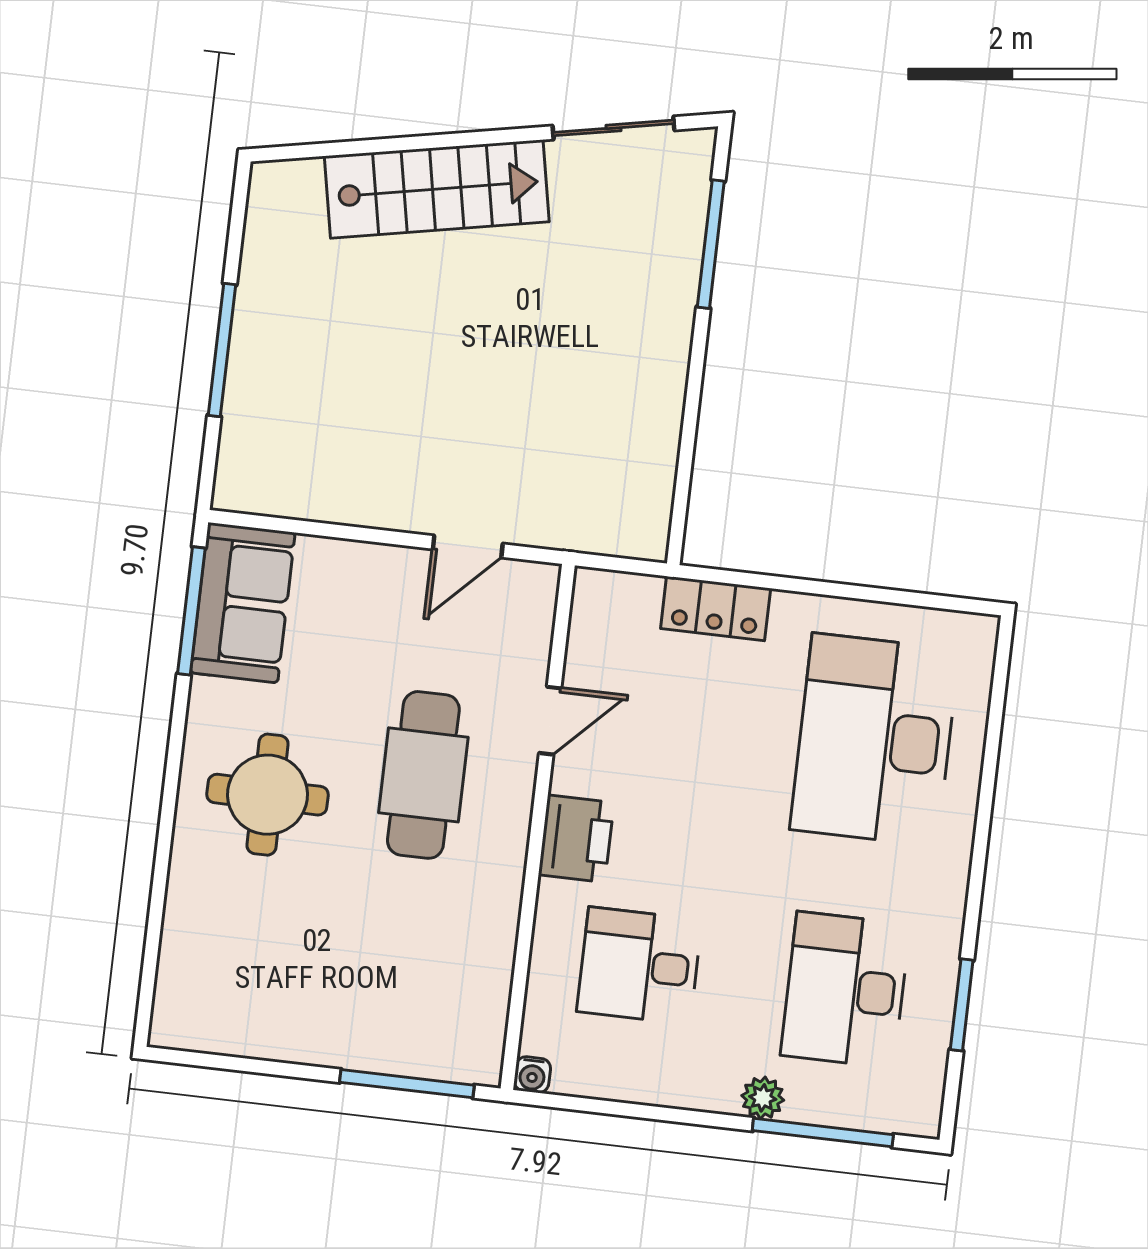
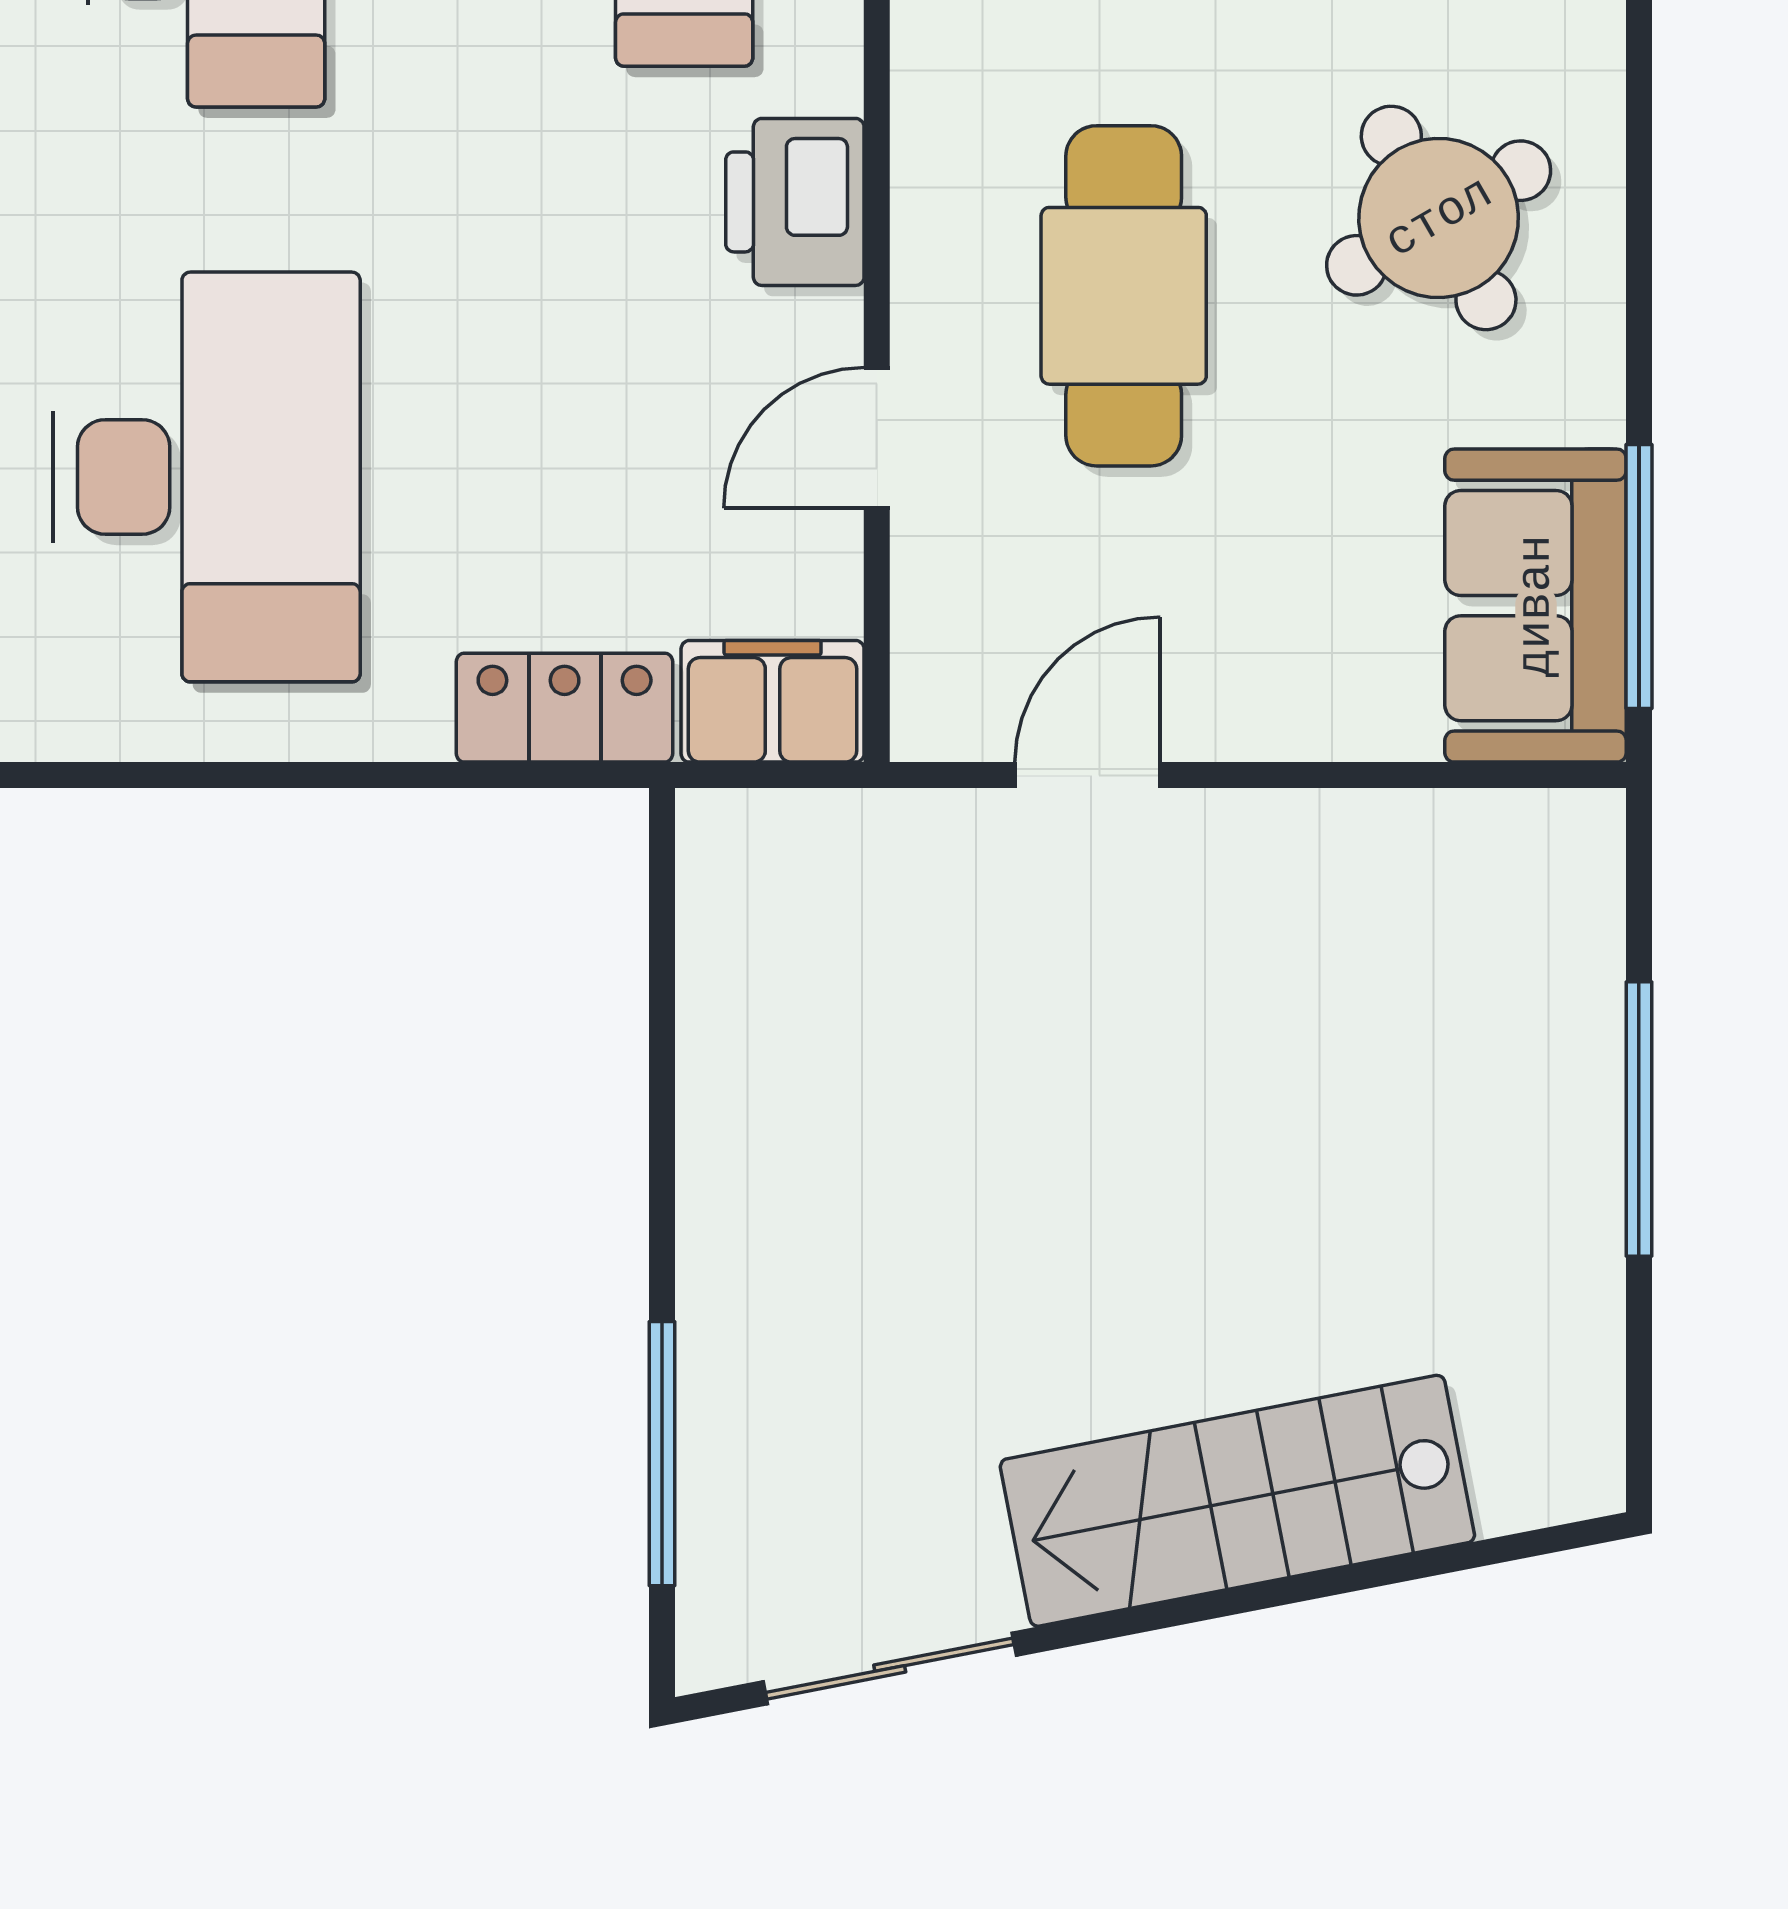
filing cabinet: (615, 600) -> (773, 701), added
round table: (268, 795) -> (1439, 218), turned -30

